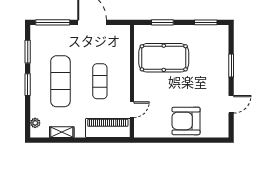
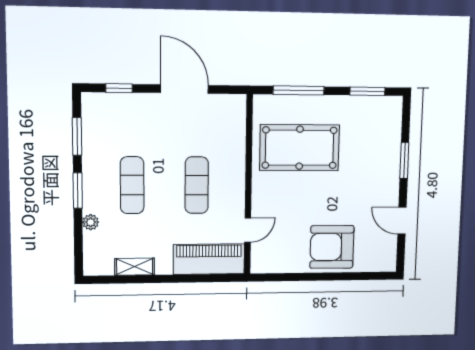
window: (53, 22) -> (119, 88), width x0.46
window: (162, 22) -> (299, 90), width x1.44
exercise mat: (60, 81) -> (132, 185), width x0.73, depth x0.69
door: (231, 104) -> (402, 221), swing flipped
plant: (35, 123) -> (91, 222), moved

